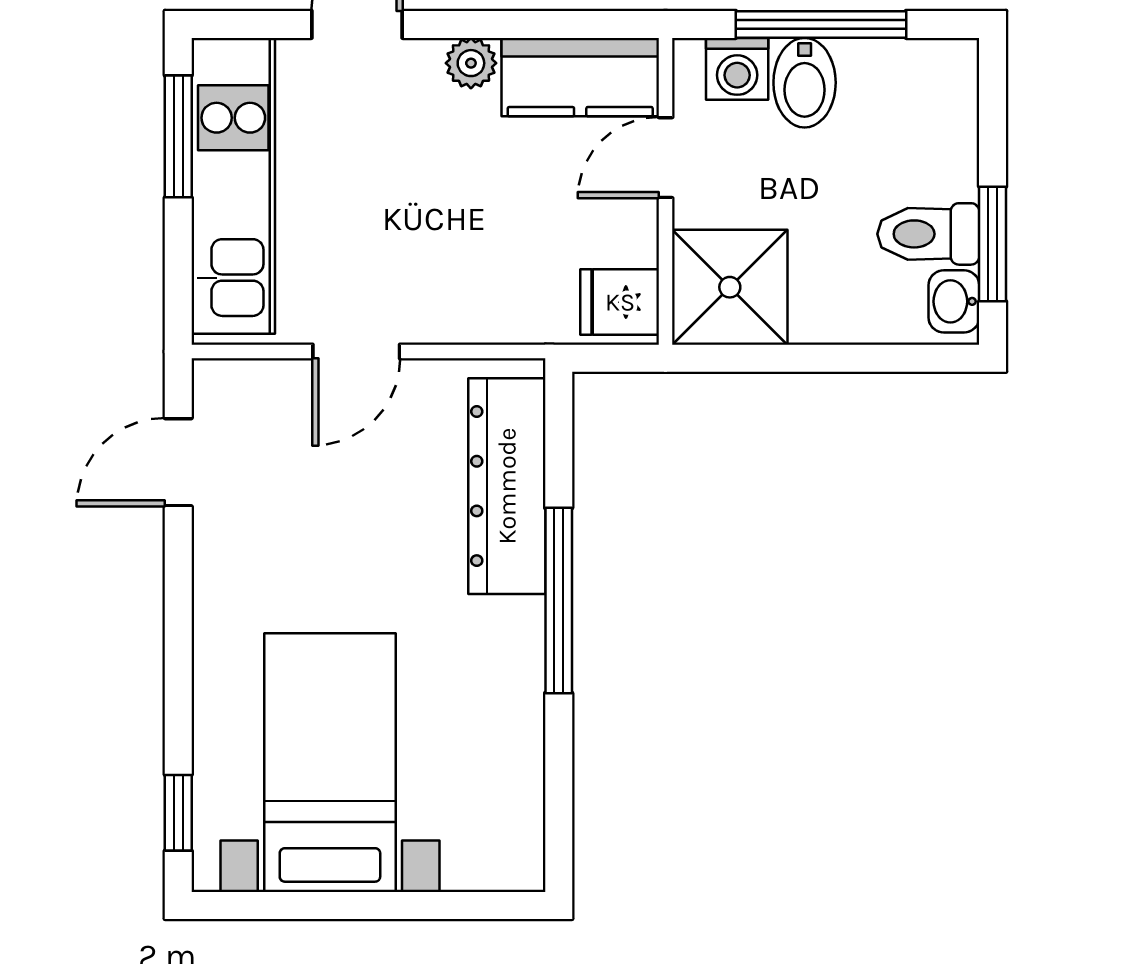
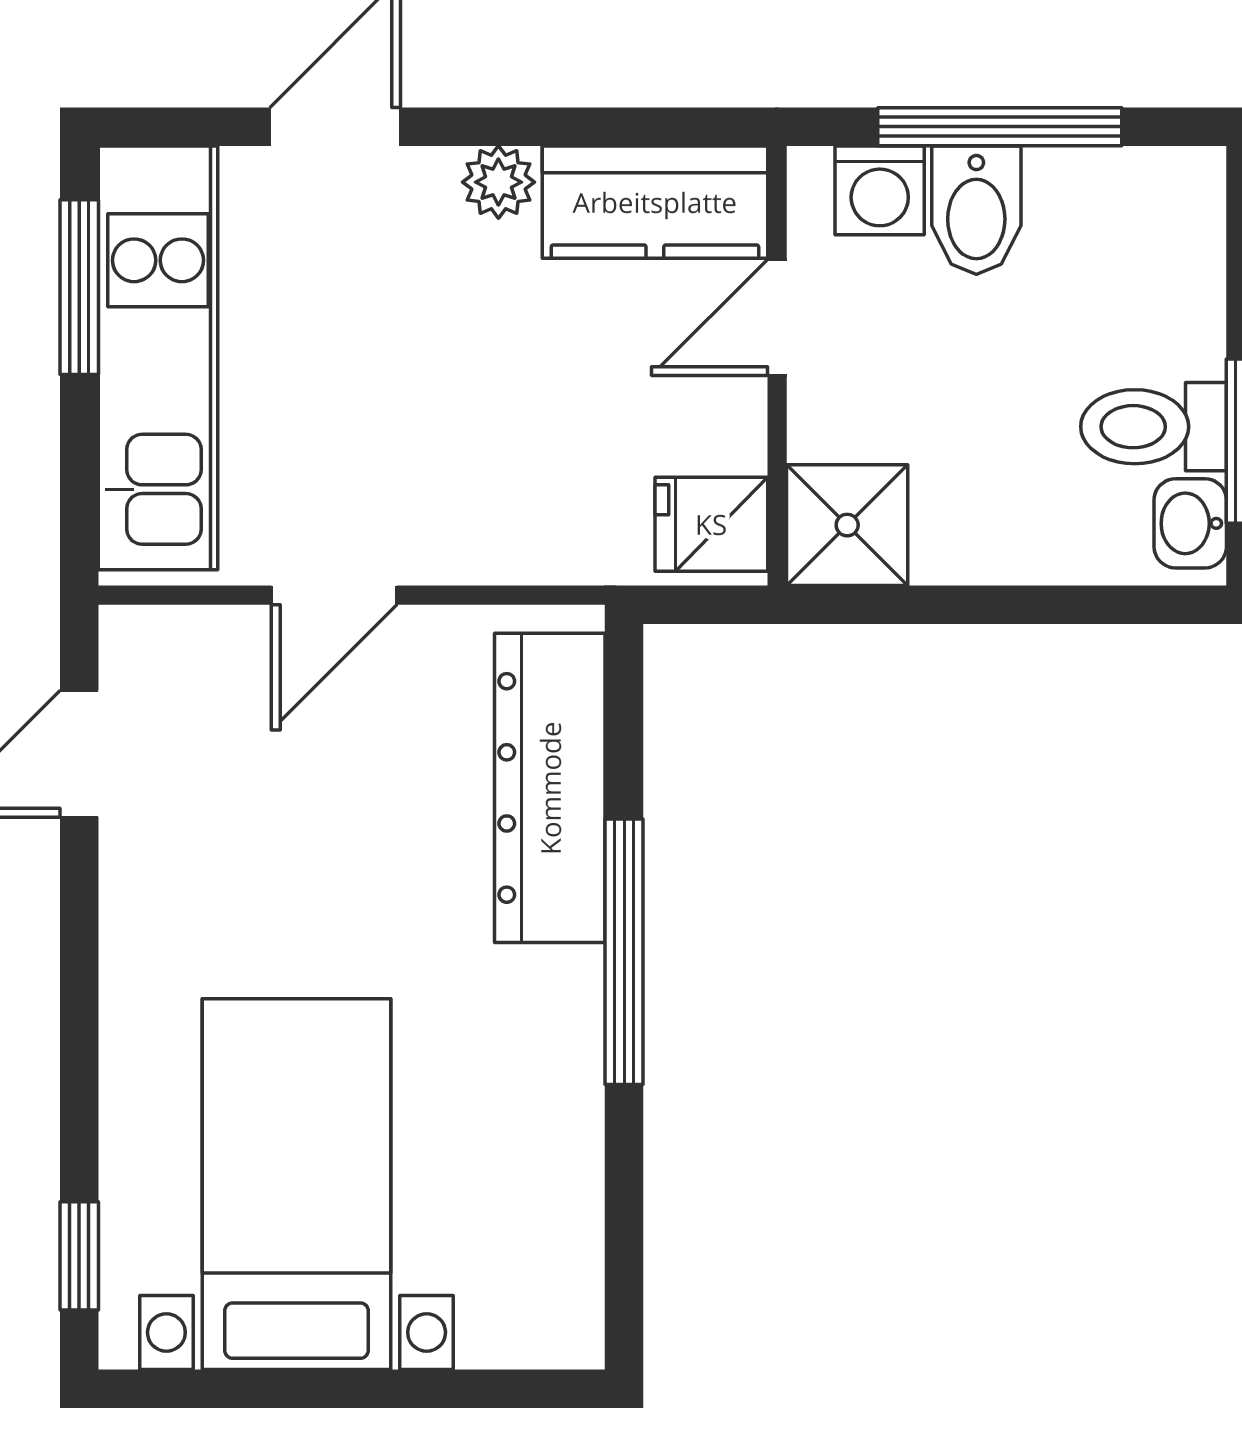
shower: (730, 287) -> (847, 525), width x0.73, depth x0.73

